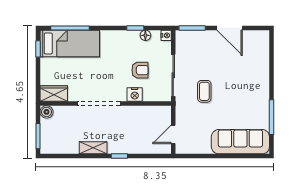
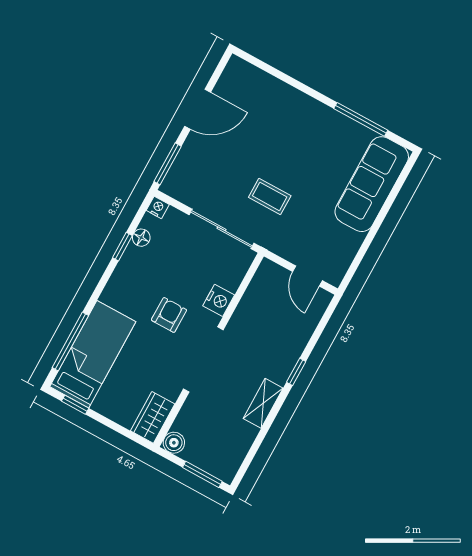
armchair: (140, 70) -> (169, 315), moved

